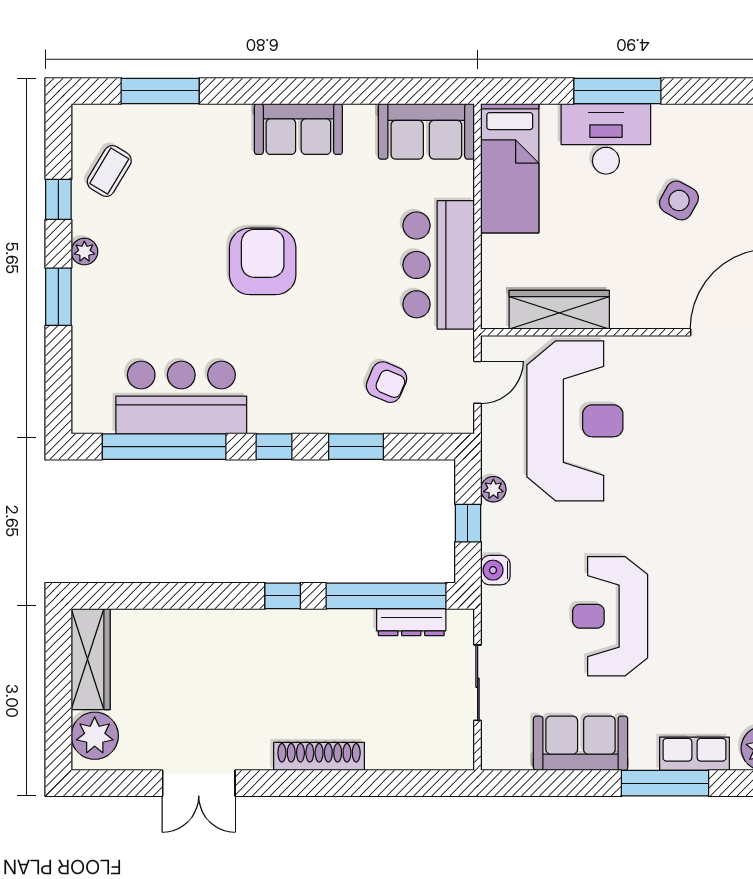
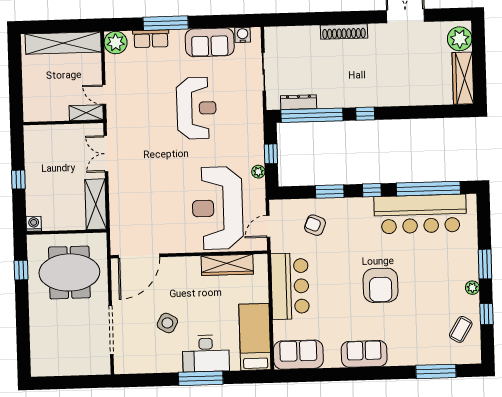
bar counter: (181, 398) -> (420, 214), width x1.36
water cooler: (495, 570) -> (243, 35), moved, turned -90

